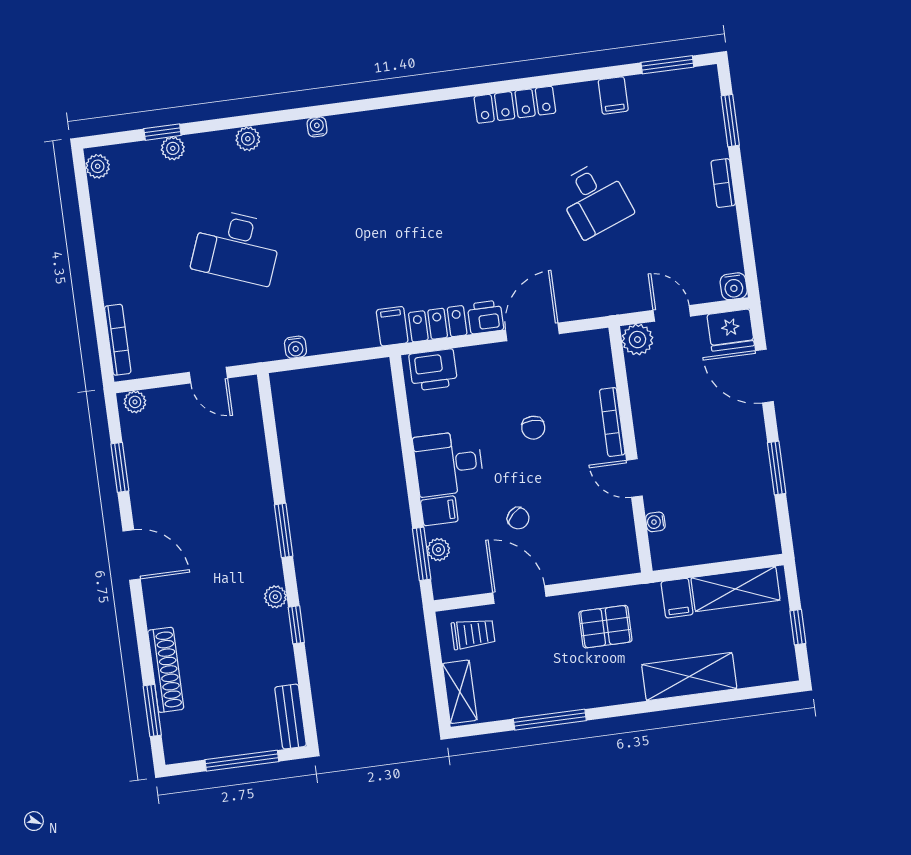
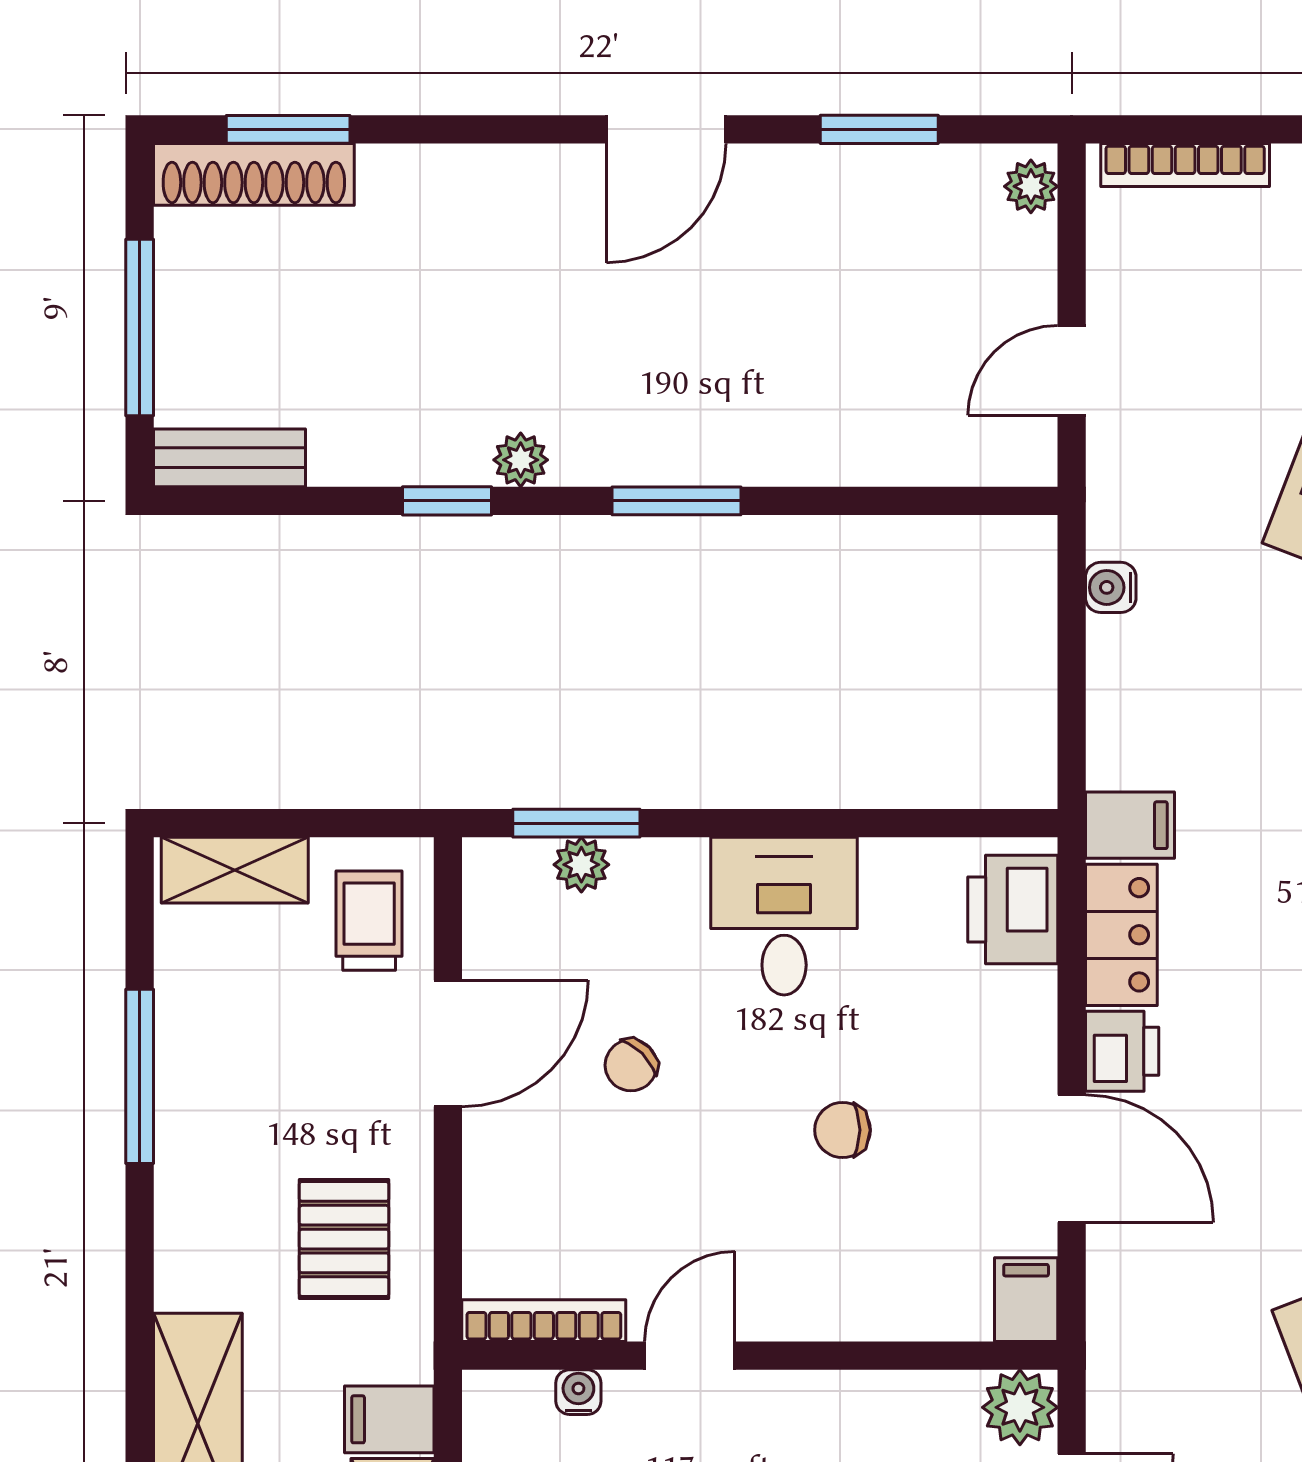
bookcase: (612, 422) -> (544, 1321), moved
filing cabinet: (439, 511) -> (1026, 1300), moved, turned 180
trolley: (473, 634) -> (369, 921), turned 180
shoe rack: (166, 670) -> (254, 174), moved

